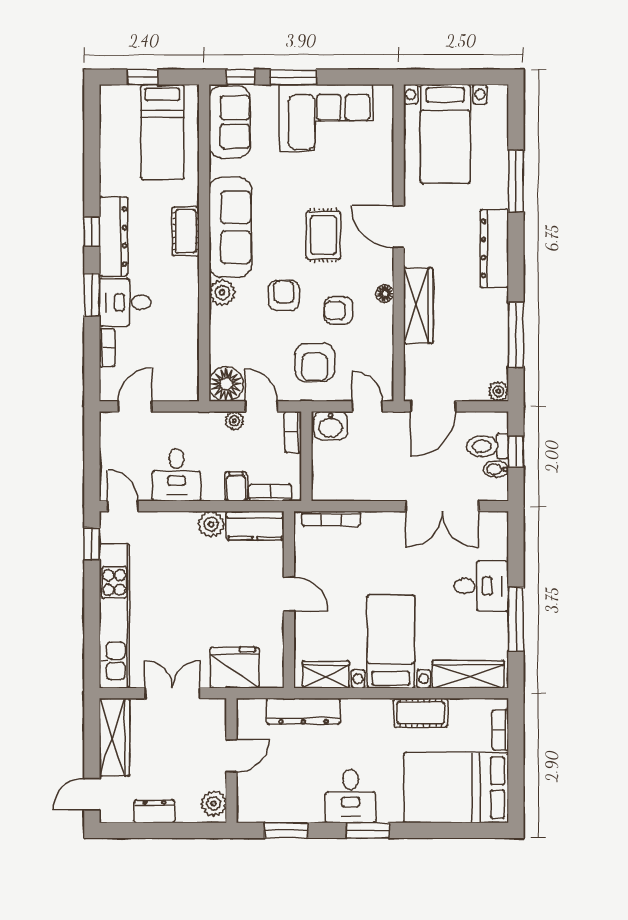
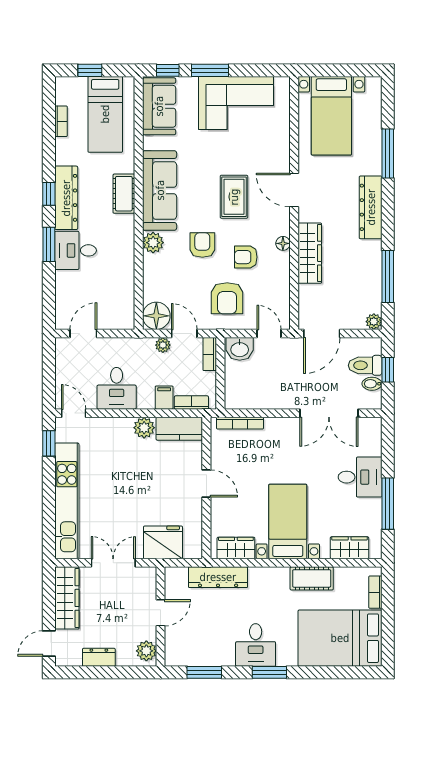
bookcase: (107, 348) -> (61, 121), moved
wardrobe: (468, 674) -> (350, 548), width x0.67

